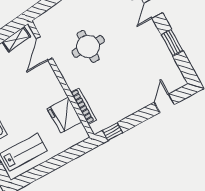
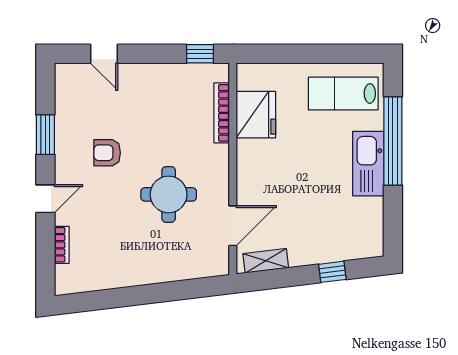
armchair: (133, 51) -> (107, 153), added
door: (164, 103) -> (104, 54), hinge flipped

